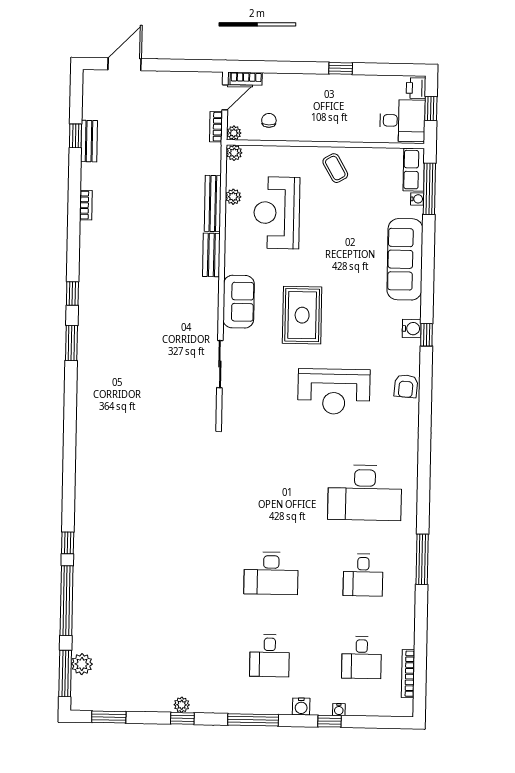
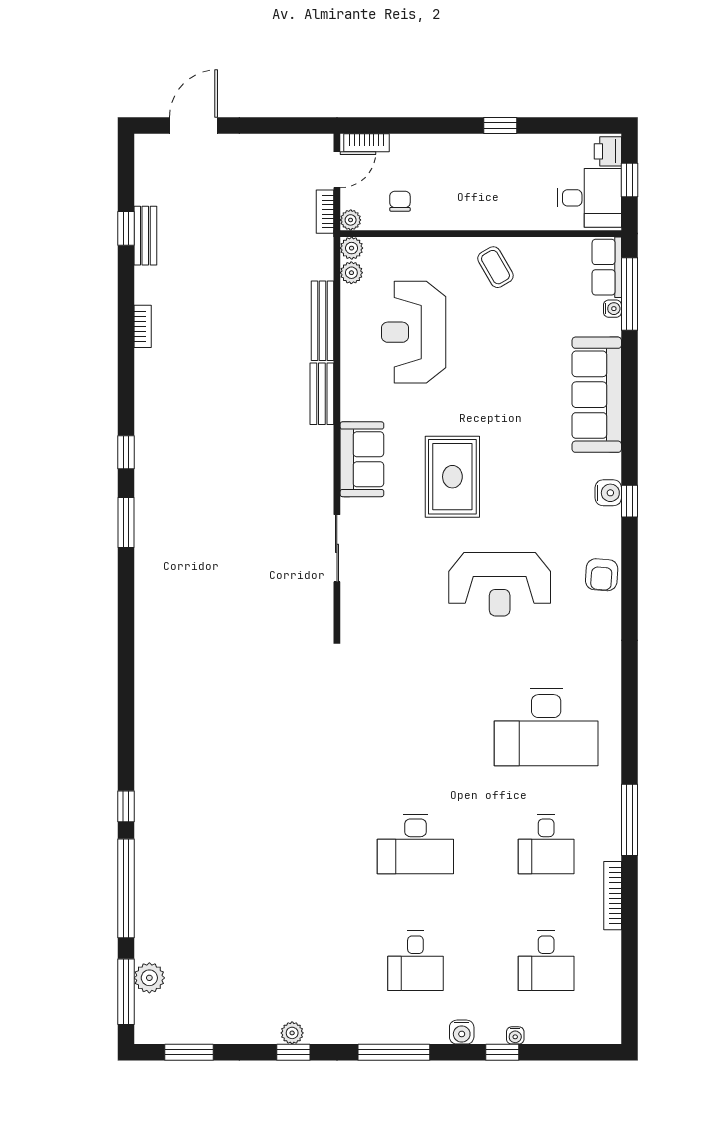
plant: (233, 197) -> (351, 273), moved
bookcase: (408, 674) -> (613, 896), moved

